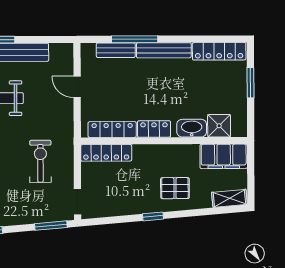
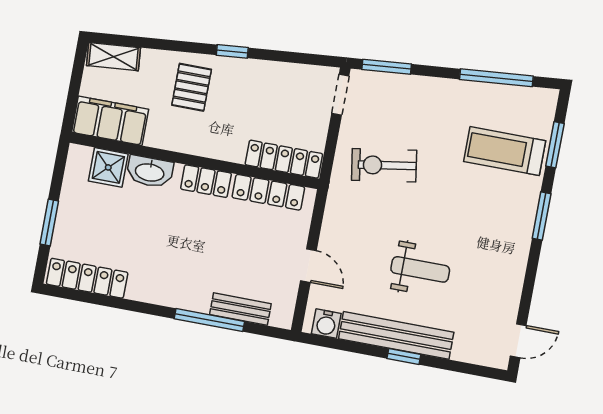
bench: (164, 50) -> (169, 295), removed
water cooler: (58, 51) -> (326, 324), added
exercise bike: (40, 161) -> (384, 165), turned 81
pallet: (175, 188) -> (192, 87), turned 90

